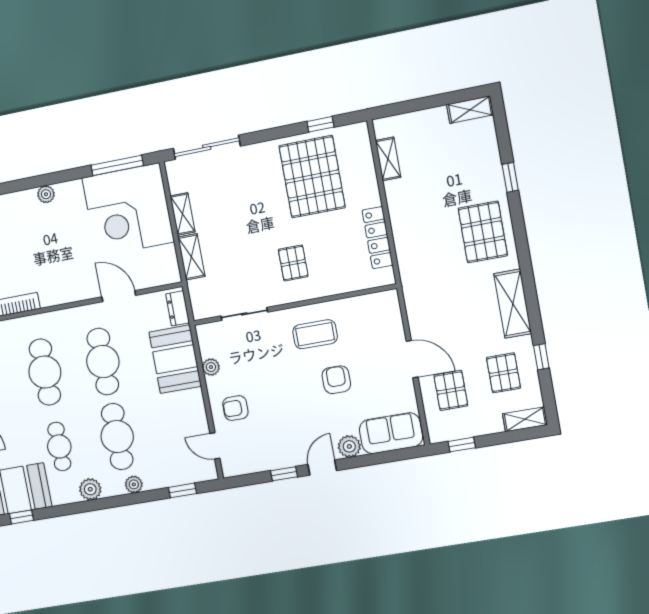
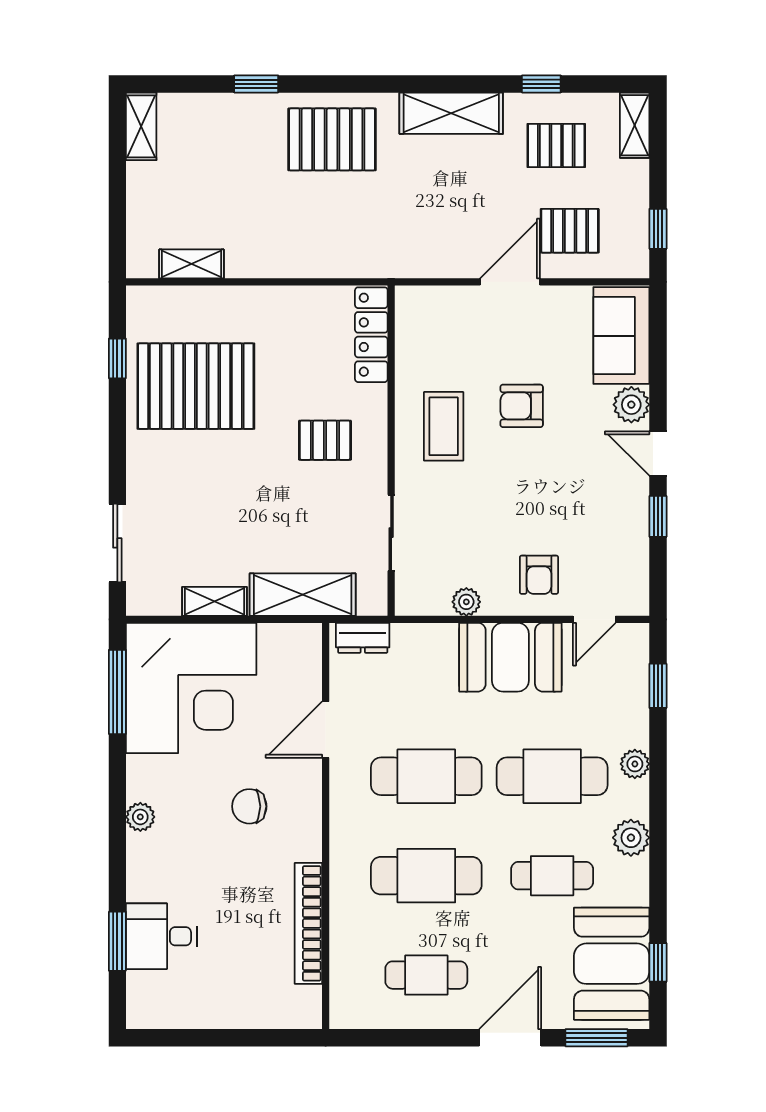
sliding door: (207, 147) -> (117, 543), width x0.73
locker: (378, 238) -> (371, 335), moved, turned 90
shelving: (191, 257) -> (303, 595), width x1.50, depth x1.33
chair: (65, 259) -> (249, 806), added
booth: (175, 359) -> (510, 657), moved

